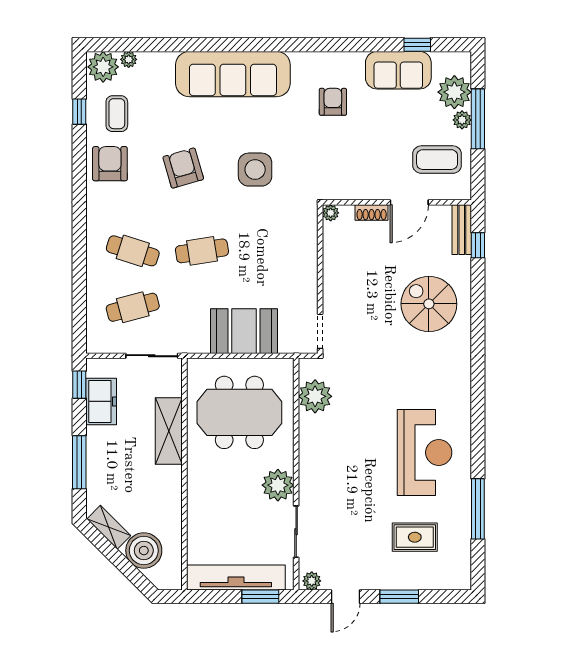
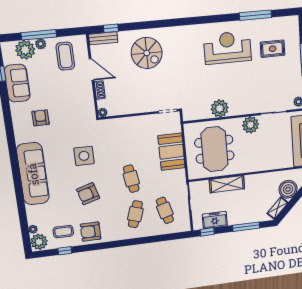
armchair: (333, 102) -> (41, 118), turned 90
spiral stairs: (429, 304) -> (147, 53), turned -90
plant: (315, 396) -> (220, 108), moved
rug: (415, 537) -> (273, 49), turned 90

